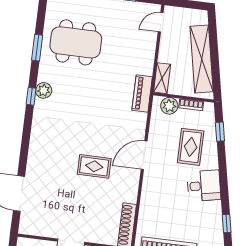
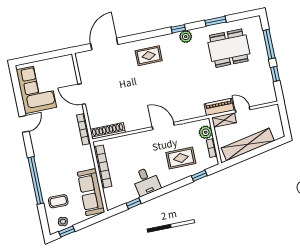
door: (161, 22) -> (243, 110), moved
dining table: (76, 42) -> (229, 48), turned 90
piano: (142, 93) -> (219, 107), moved
rug: (94, 166) -> (149, 56), moved, turned 90
desk: (204, 186) -> (146, 181), moved

